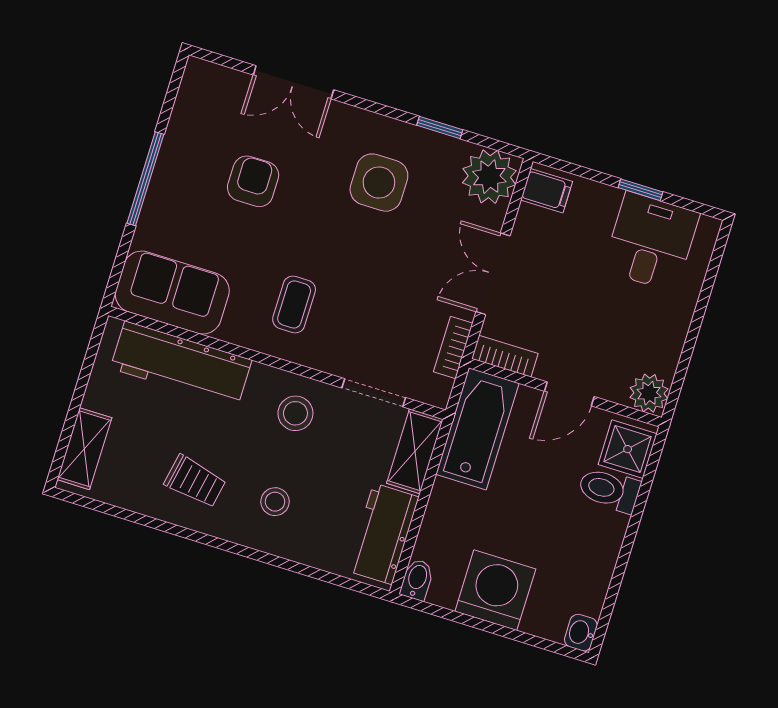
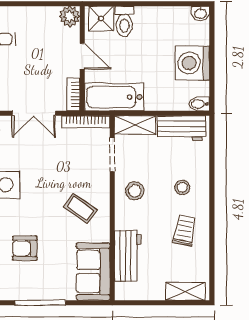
coffee table: (294, 304) -> (80, 208), turned 35
bookcase: (453, 347) -> (86, 122), width x1.56
workbench: (181, 364) -> (128, 256), width x0.73

